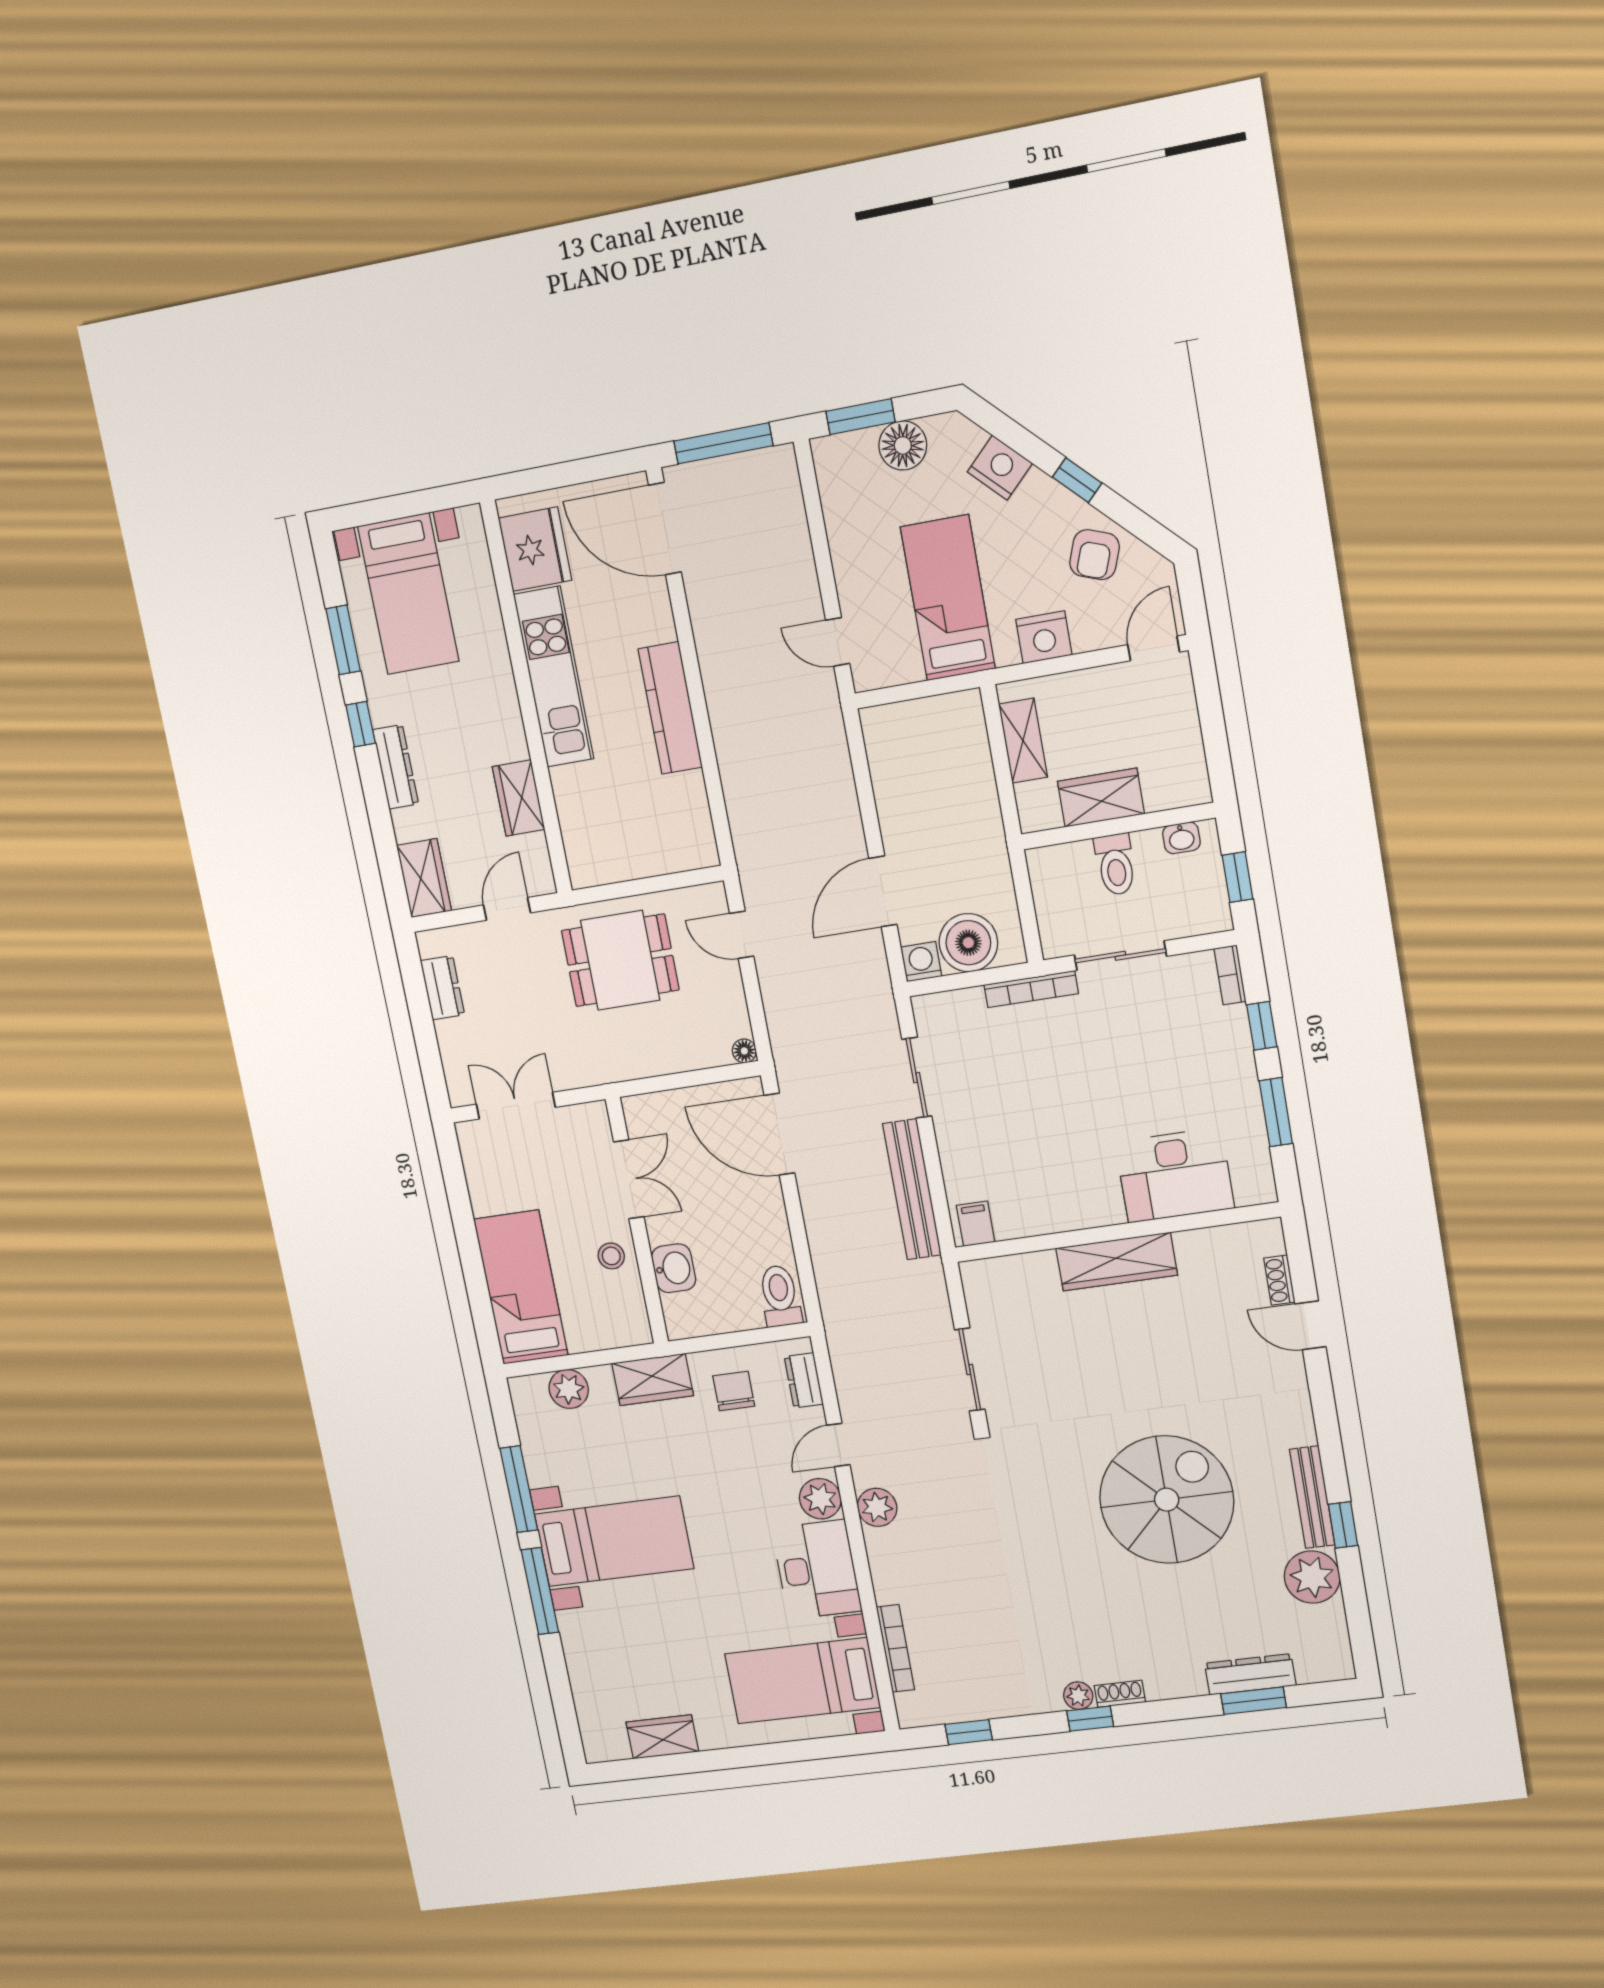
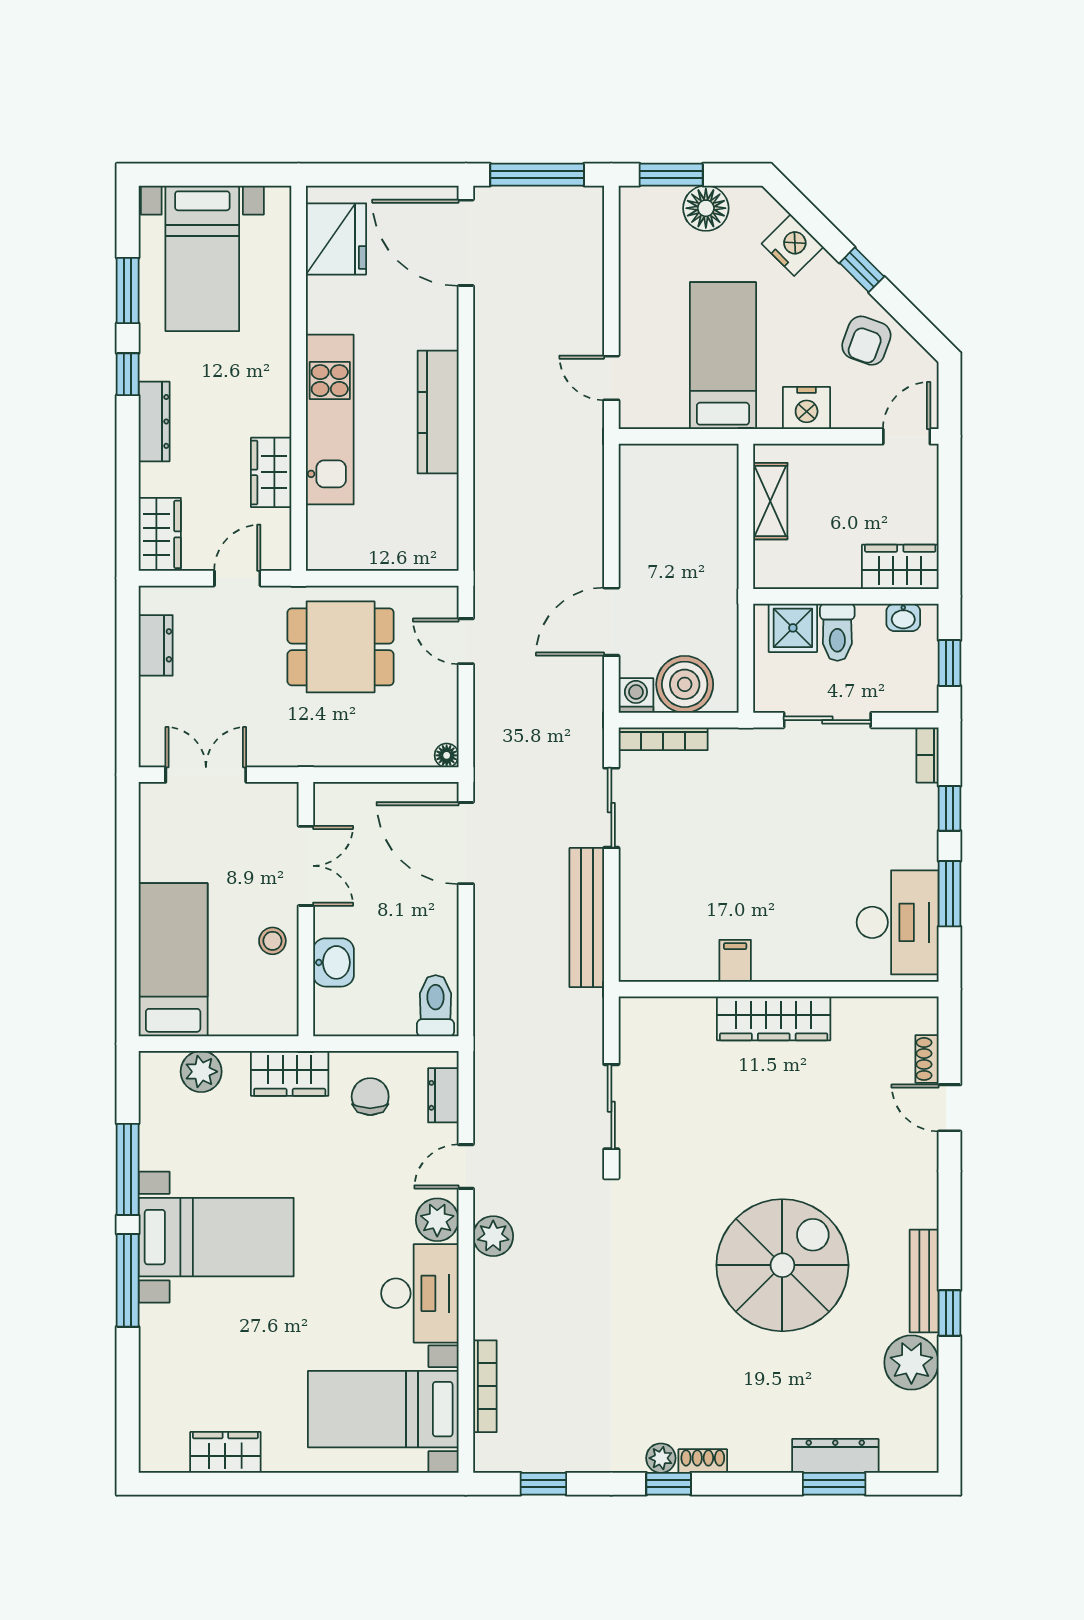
kitchen unit: (554, 677) -> (330, 420), moved
wardrobe: (1101, 798) -> (900, 567), moved
shower: (1069, 867) -> (793, 628), added
bookcase: (1031, 989) -> (663, 739), moved
desk: (1175, 1175) -> (898, 922), moved, turned -90
filing cabinet: (976, 1224) -> (735, 961), moved

